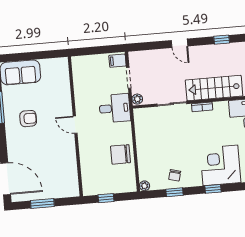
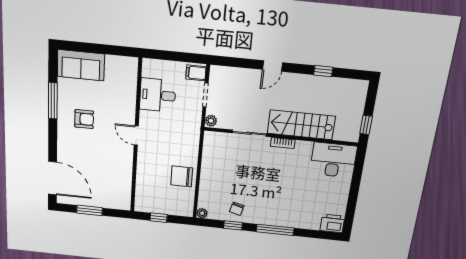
door: (180, 43) -> (273, 66), hinge flipped
desk: (115, 108) -> (158, 95), moved, turned 180
corner desk: (220, 165) -> (289, 208), removed
window: (213, 189) -> (275, 230), width x2.17

